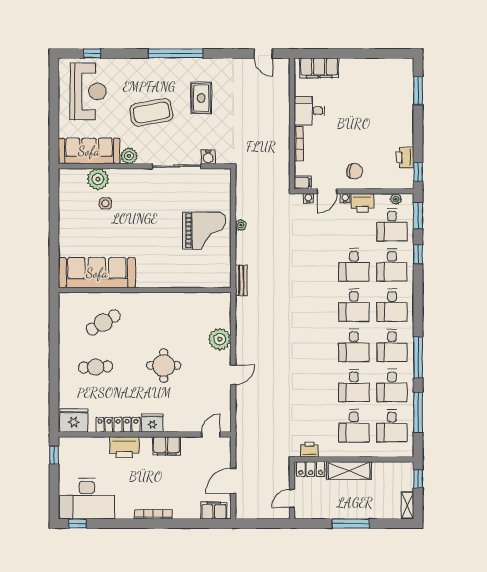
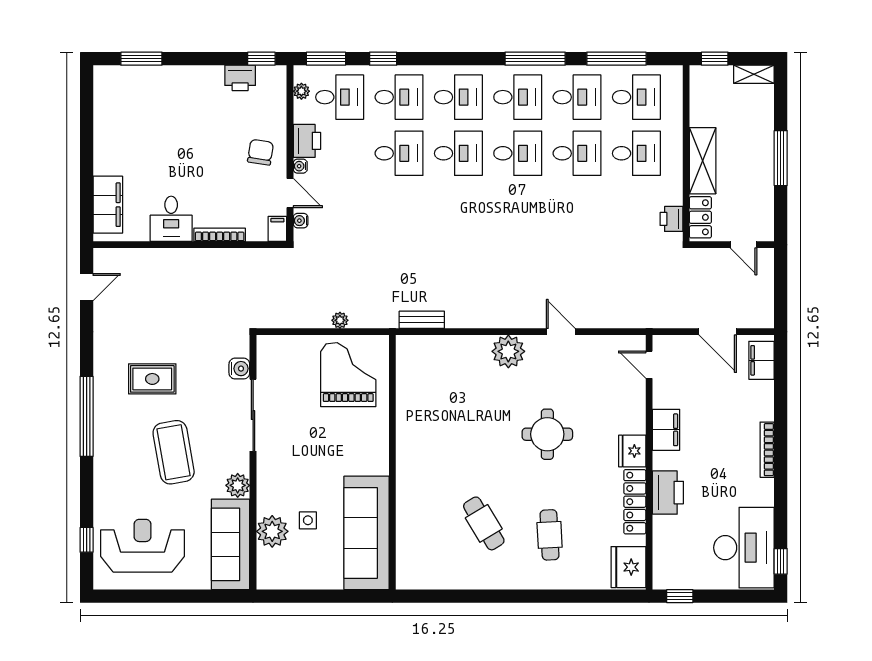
sofa: (97, 273) -> (366, 533), moved
wall: (145, 290) -> (392, 462), moved

